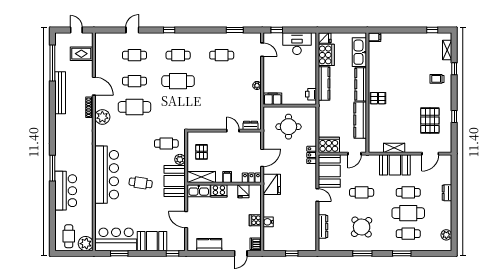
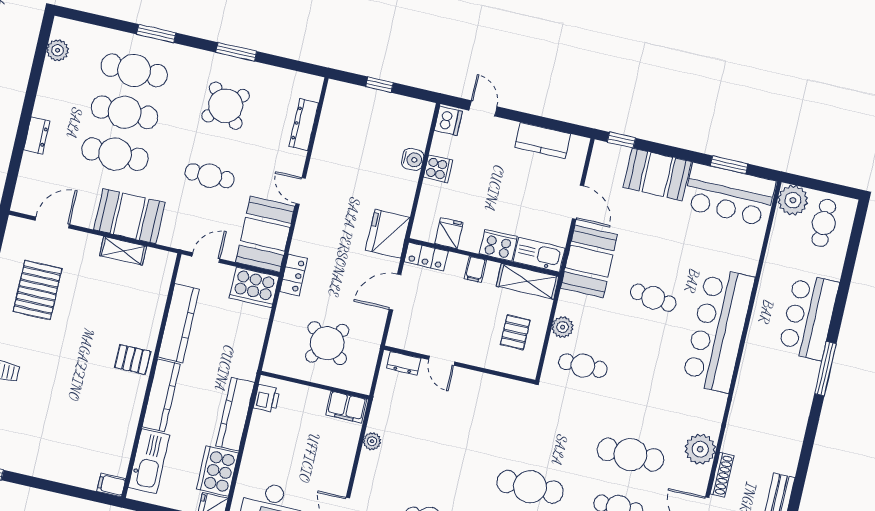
round table: (289, 127) -> (327, 343), turned 37
booth: (175, 181) -> (589, 261), moved
cafe table: (408, 192) -> (115, 154), width x1.37, depth x1.35
cafe table: (408, 234) -> (134, 70), width x1.37, depth x1.35
door: (241, 253) -> (483, 108), hinge flipped

